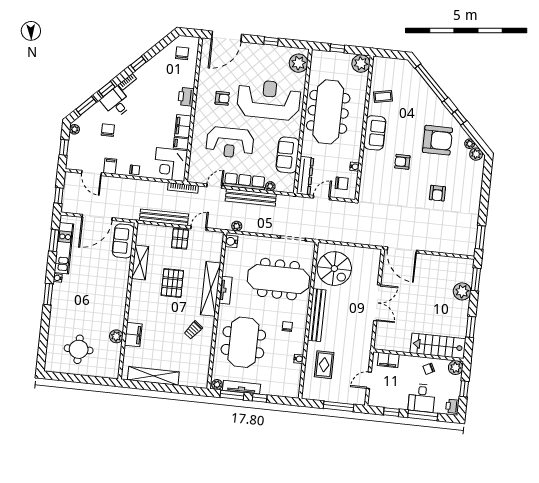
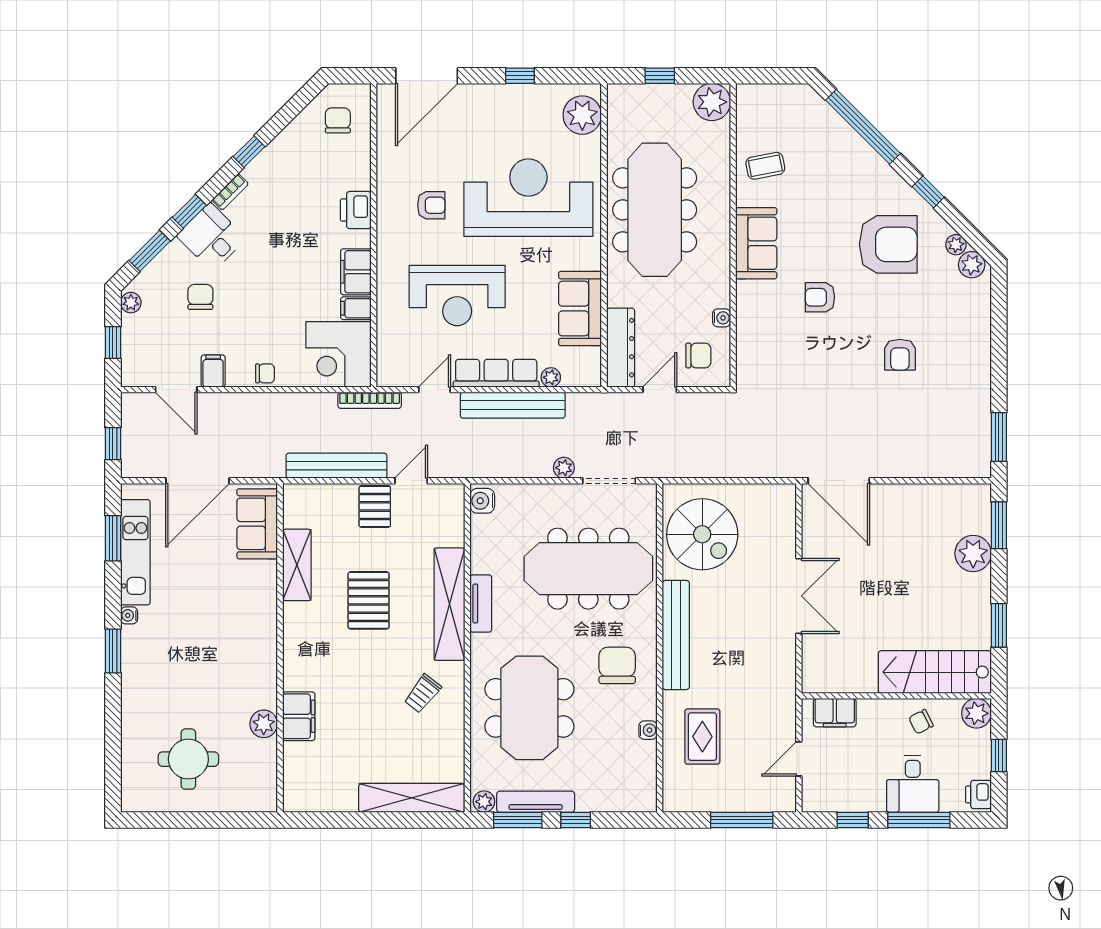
plant: (237, 226) -> (564, 468), moved
chair: (287, 327) -> (617, 665), width x1.87, depth x1.87
shelving: (153, 376) -> (412, 798), moved

